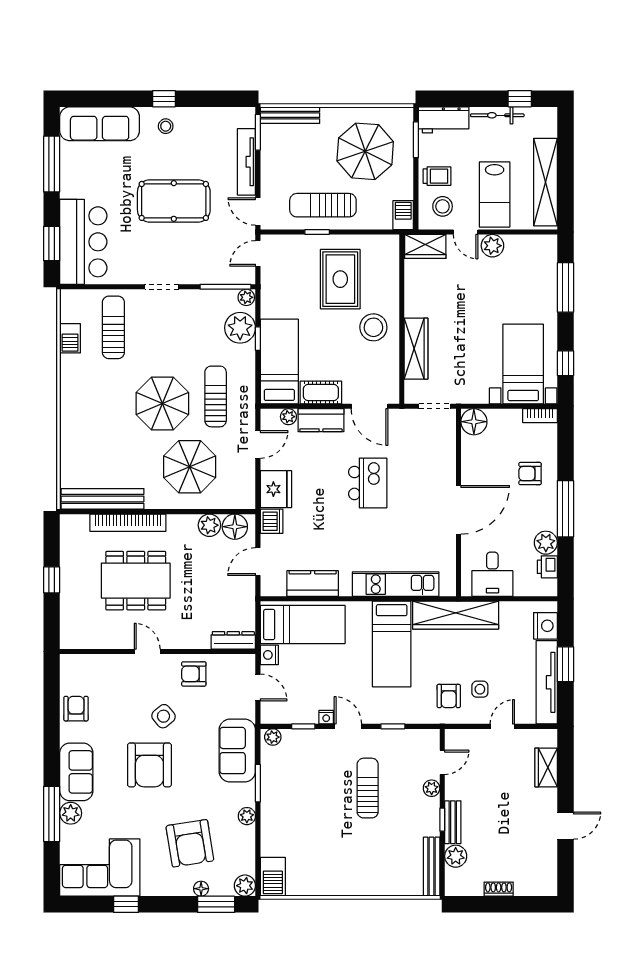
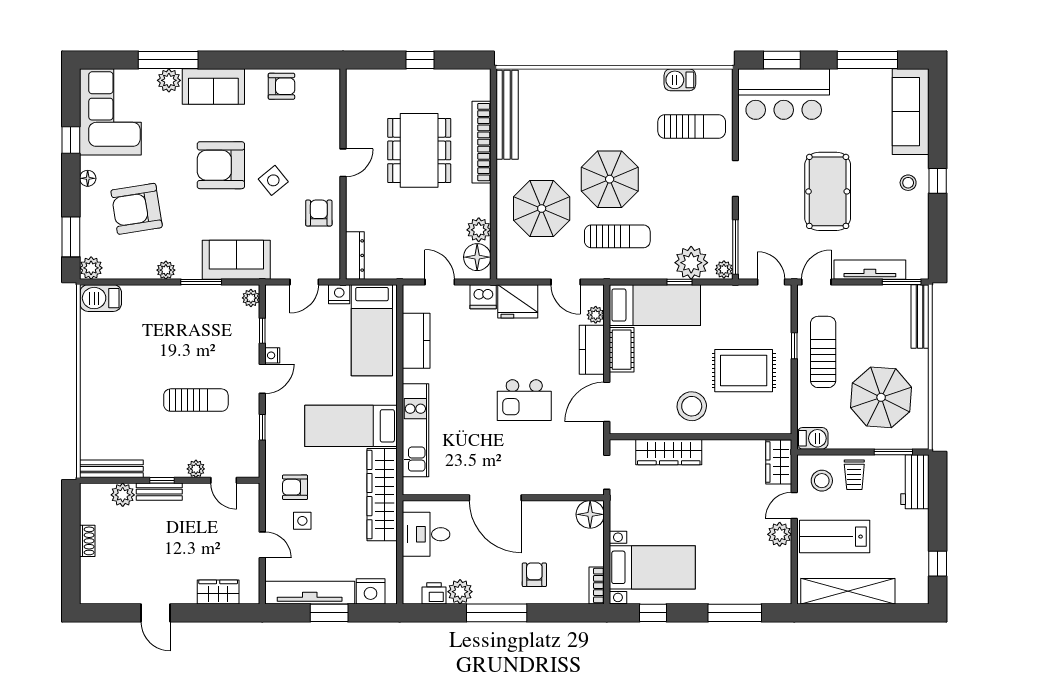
bicycle: (497, 115) -> (920, 539), removed
floor lamp: (201, 889) -> (88, 178), moved

